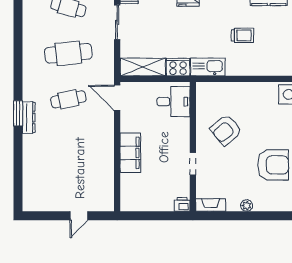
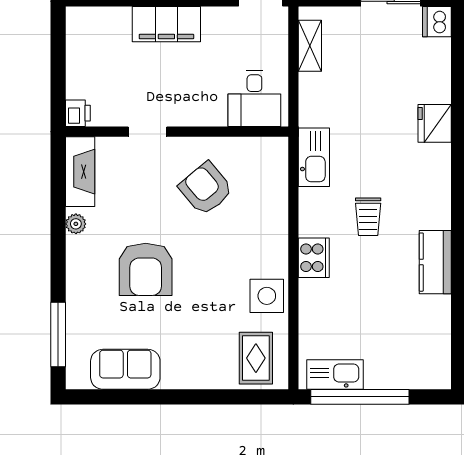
shelving: (143, 67) -> (310, 46), width x0.67, depth x0.75
cooker: (178, 67) -> (314, 258), moved
fireplace: (211, 205) -> (80, 172), width x1.37, depth x1.32

